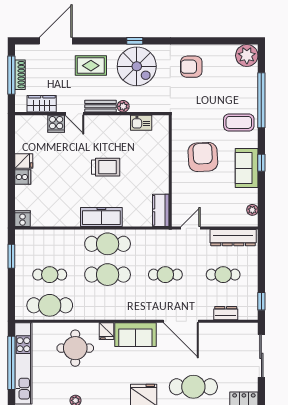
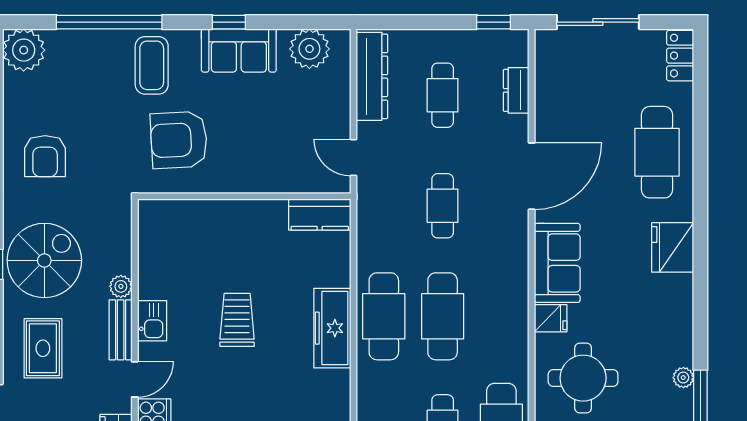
kitchen sink: (141, 123) -> (152, 321), moved
armchair: (203, 157) -> (179, 140), moved
plant: (252, 210) -> (309, 49), width x1.88, depth x1.88

